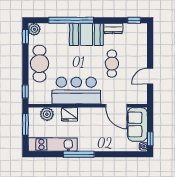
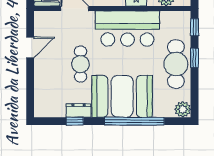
window: (134, 20) -> (75, 121), moved
booth: (86, 34) -> (122, 96), width x1.36, depth x1.42
window: (25, 37) -> (195, 58), moved

